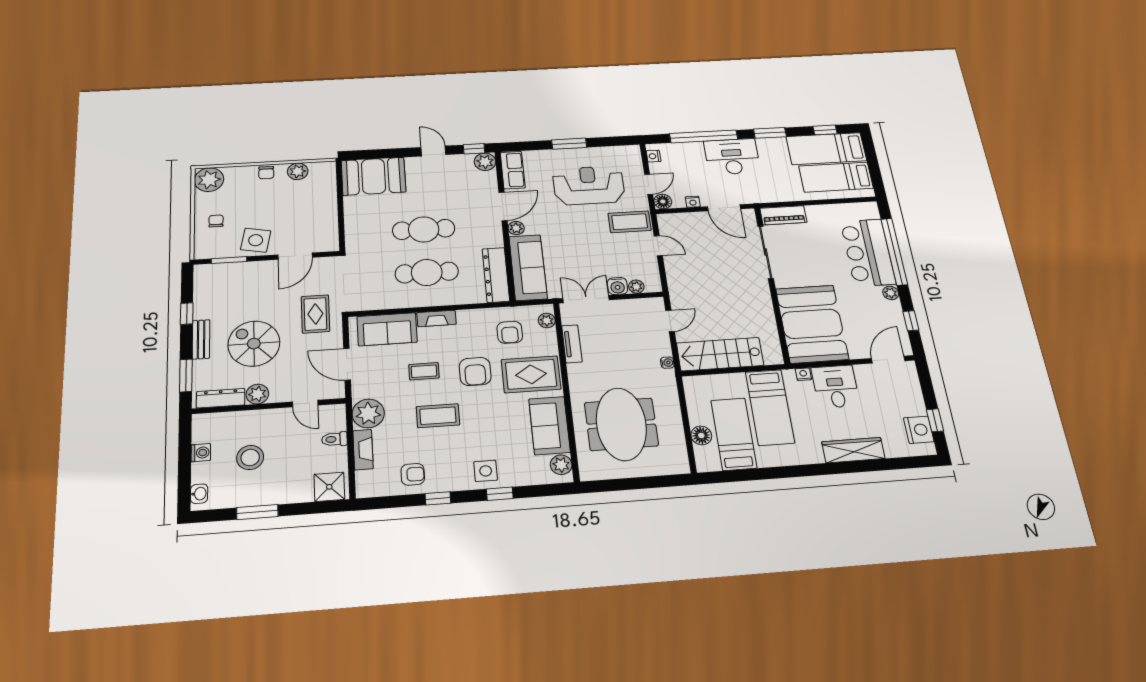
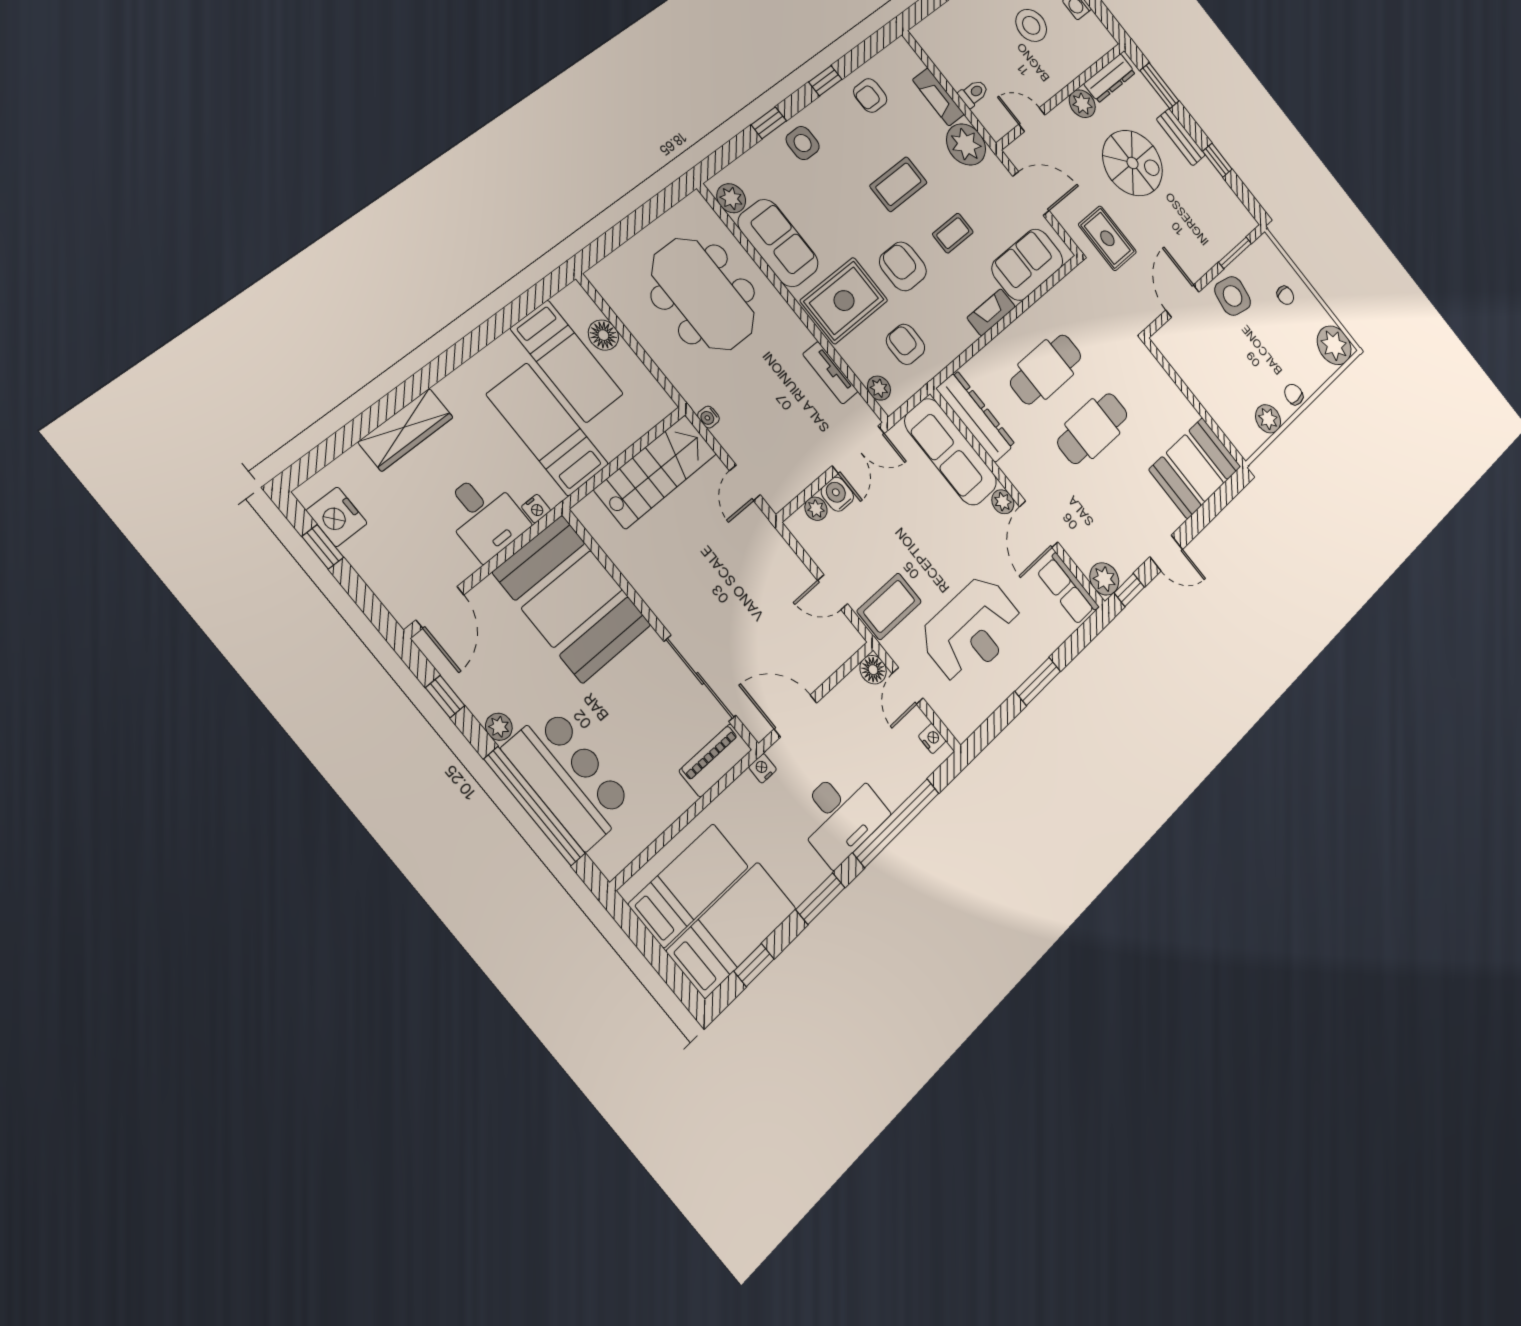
nightstand: (693, 202) -> (763, 768), moved
shower: (329, 487) -> (936, 34), removed

